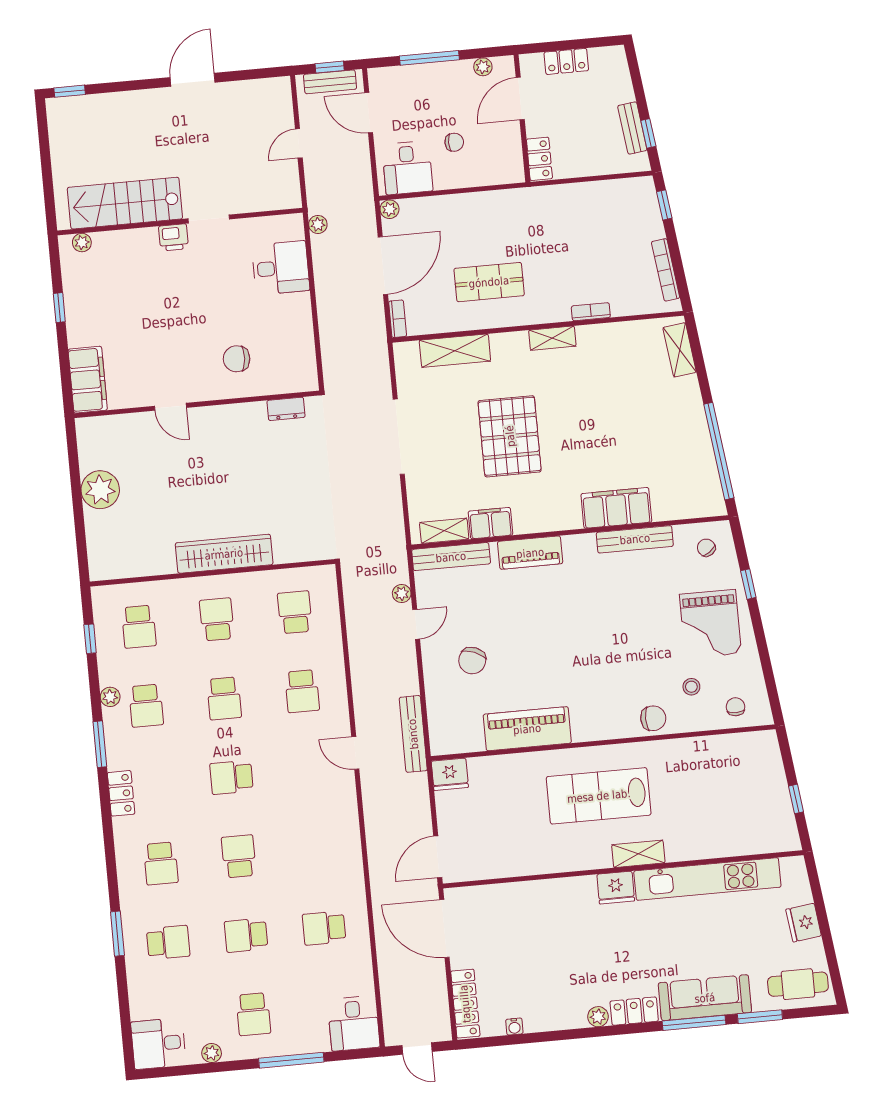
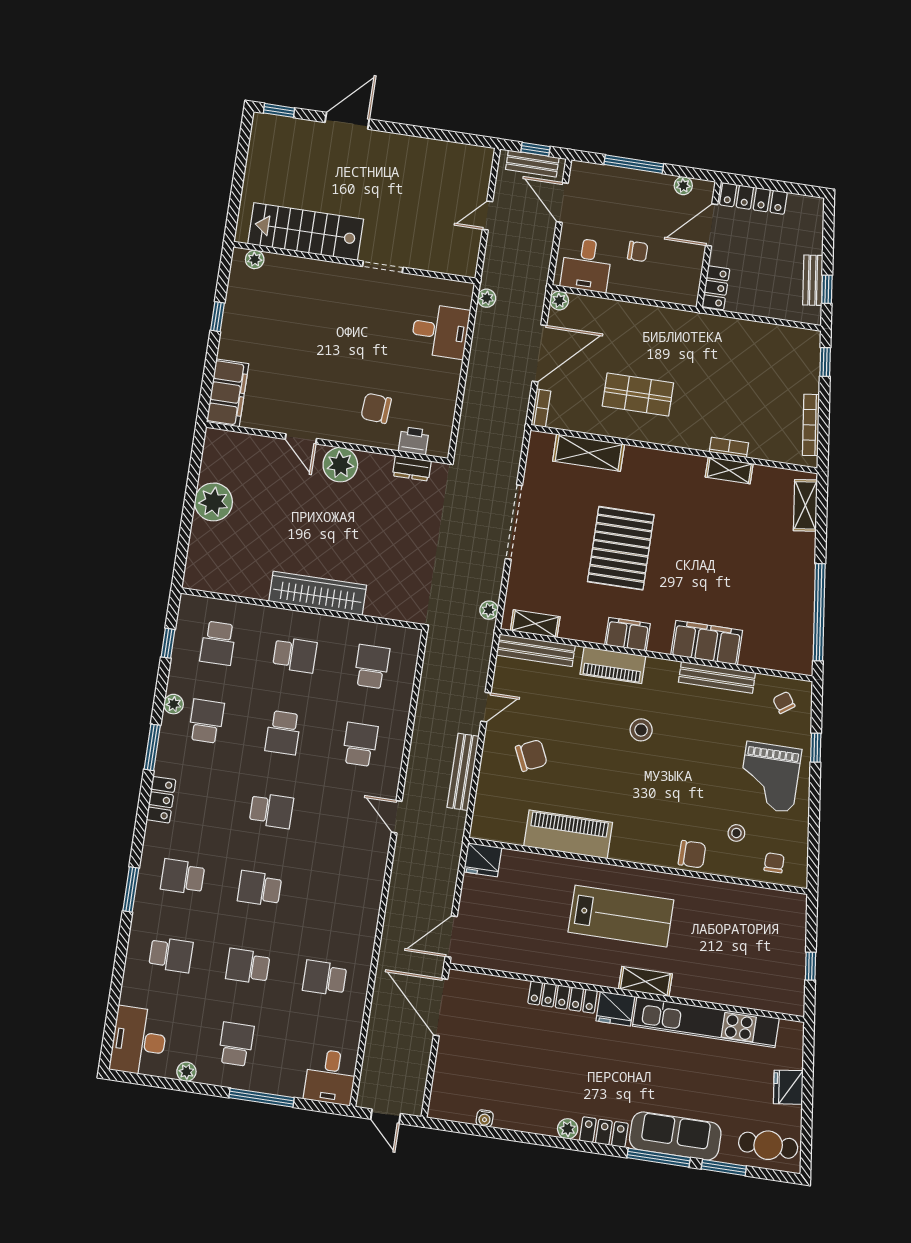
locker: (566, 61) -> (753, 198), width x1.53
door: (193, 80) -> (347, 121), moved
printer: (174, 237) -> (414, 441), moved, turned 180
shelving: (552, 338) -> (729, 470), moved
plant: (215, 423) -> (340, 465), added
filing cabinet: (490, 523) -> (627, 634), moved
plant: (402, 594) -> (489, 610), moved
stool: (573, 609) -> (641, 730), added
school desk: (217, 619) -> (295, 655), turned 90
chair: (472, 661) -> (531, 755), turned -137
school desk: (302, 691) -> (360, 744), turned 180
school desk: (146, 706) -> (206, 721), turned 180
bench: (413, 734) -> (463, 772), moved
school desk: (231, 777) -> (271, 811), turned 180
lab bench: (599, 796) -> (621, 916), turned 180
school desk: (239, 856) -> (260, 888), turned -90
school desk: (161, 864) -> (183, 877), turned 90
window: (117, 934) -> (131, 889), moved
locker: (465, 1004) -> (563, 997), moved, turned 90
school desk: (253, 1014) -> (236, 1044), turned 180
desk: (158, 1044) -> (139, 1041), width x1.37

